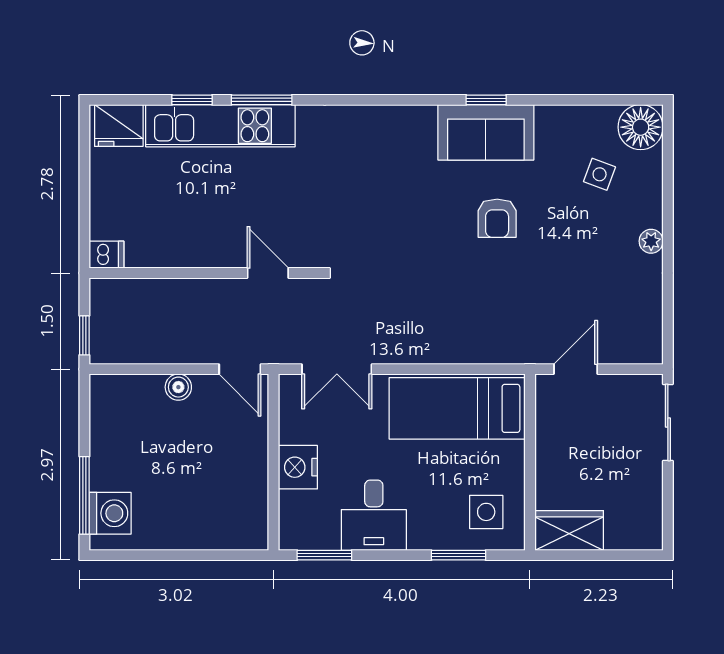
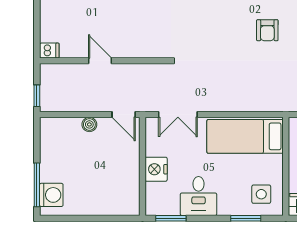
door: (268, 273) -> (100, 61), moved

